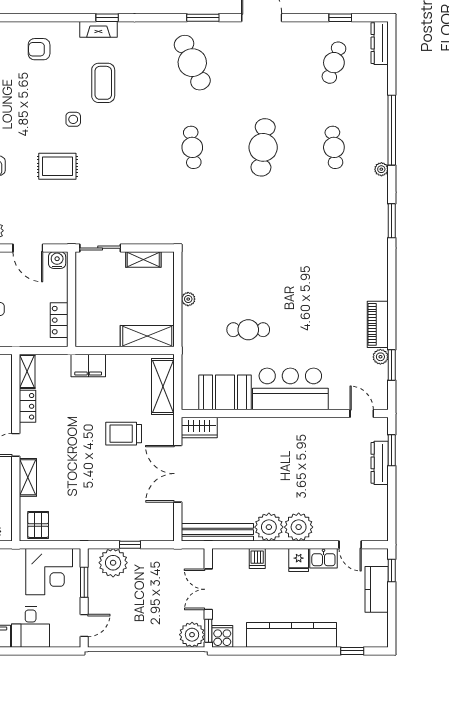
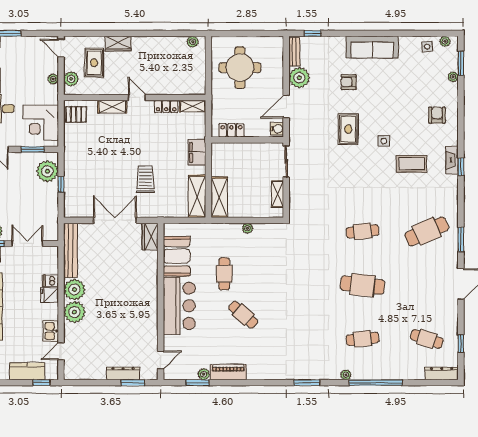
cafe table: (302, 305) -> (243, 315), added
shelving: (163, 386) -> (197, 196), moved, turned 90
fridge: (299, 560) -> (49, 295), moved

